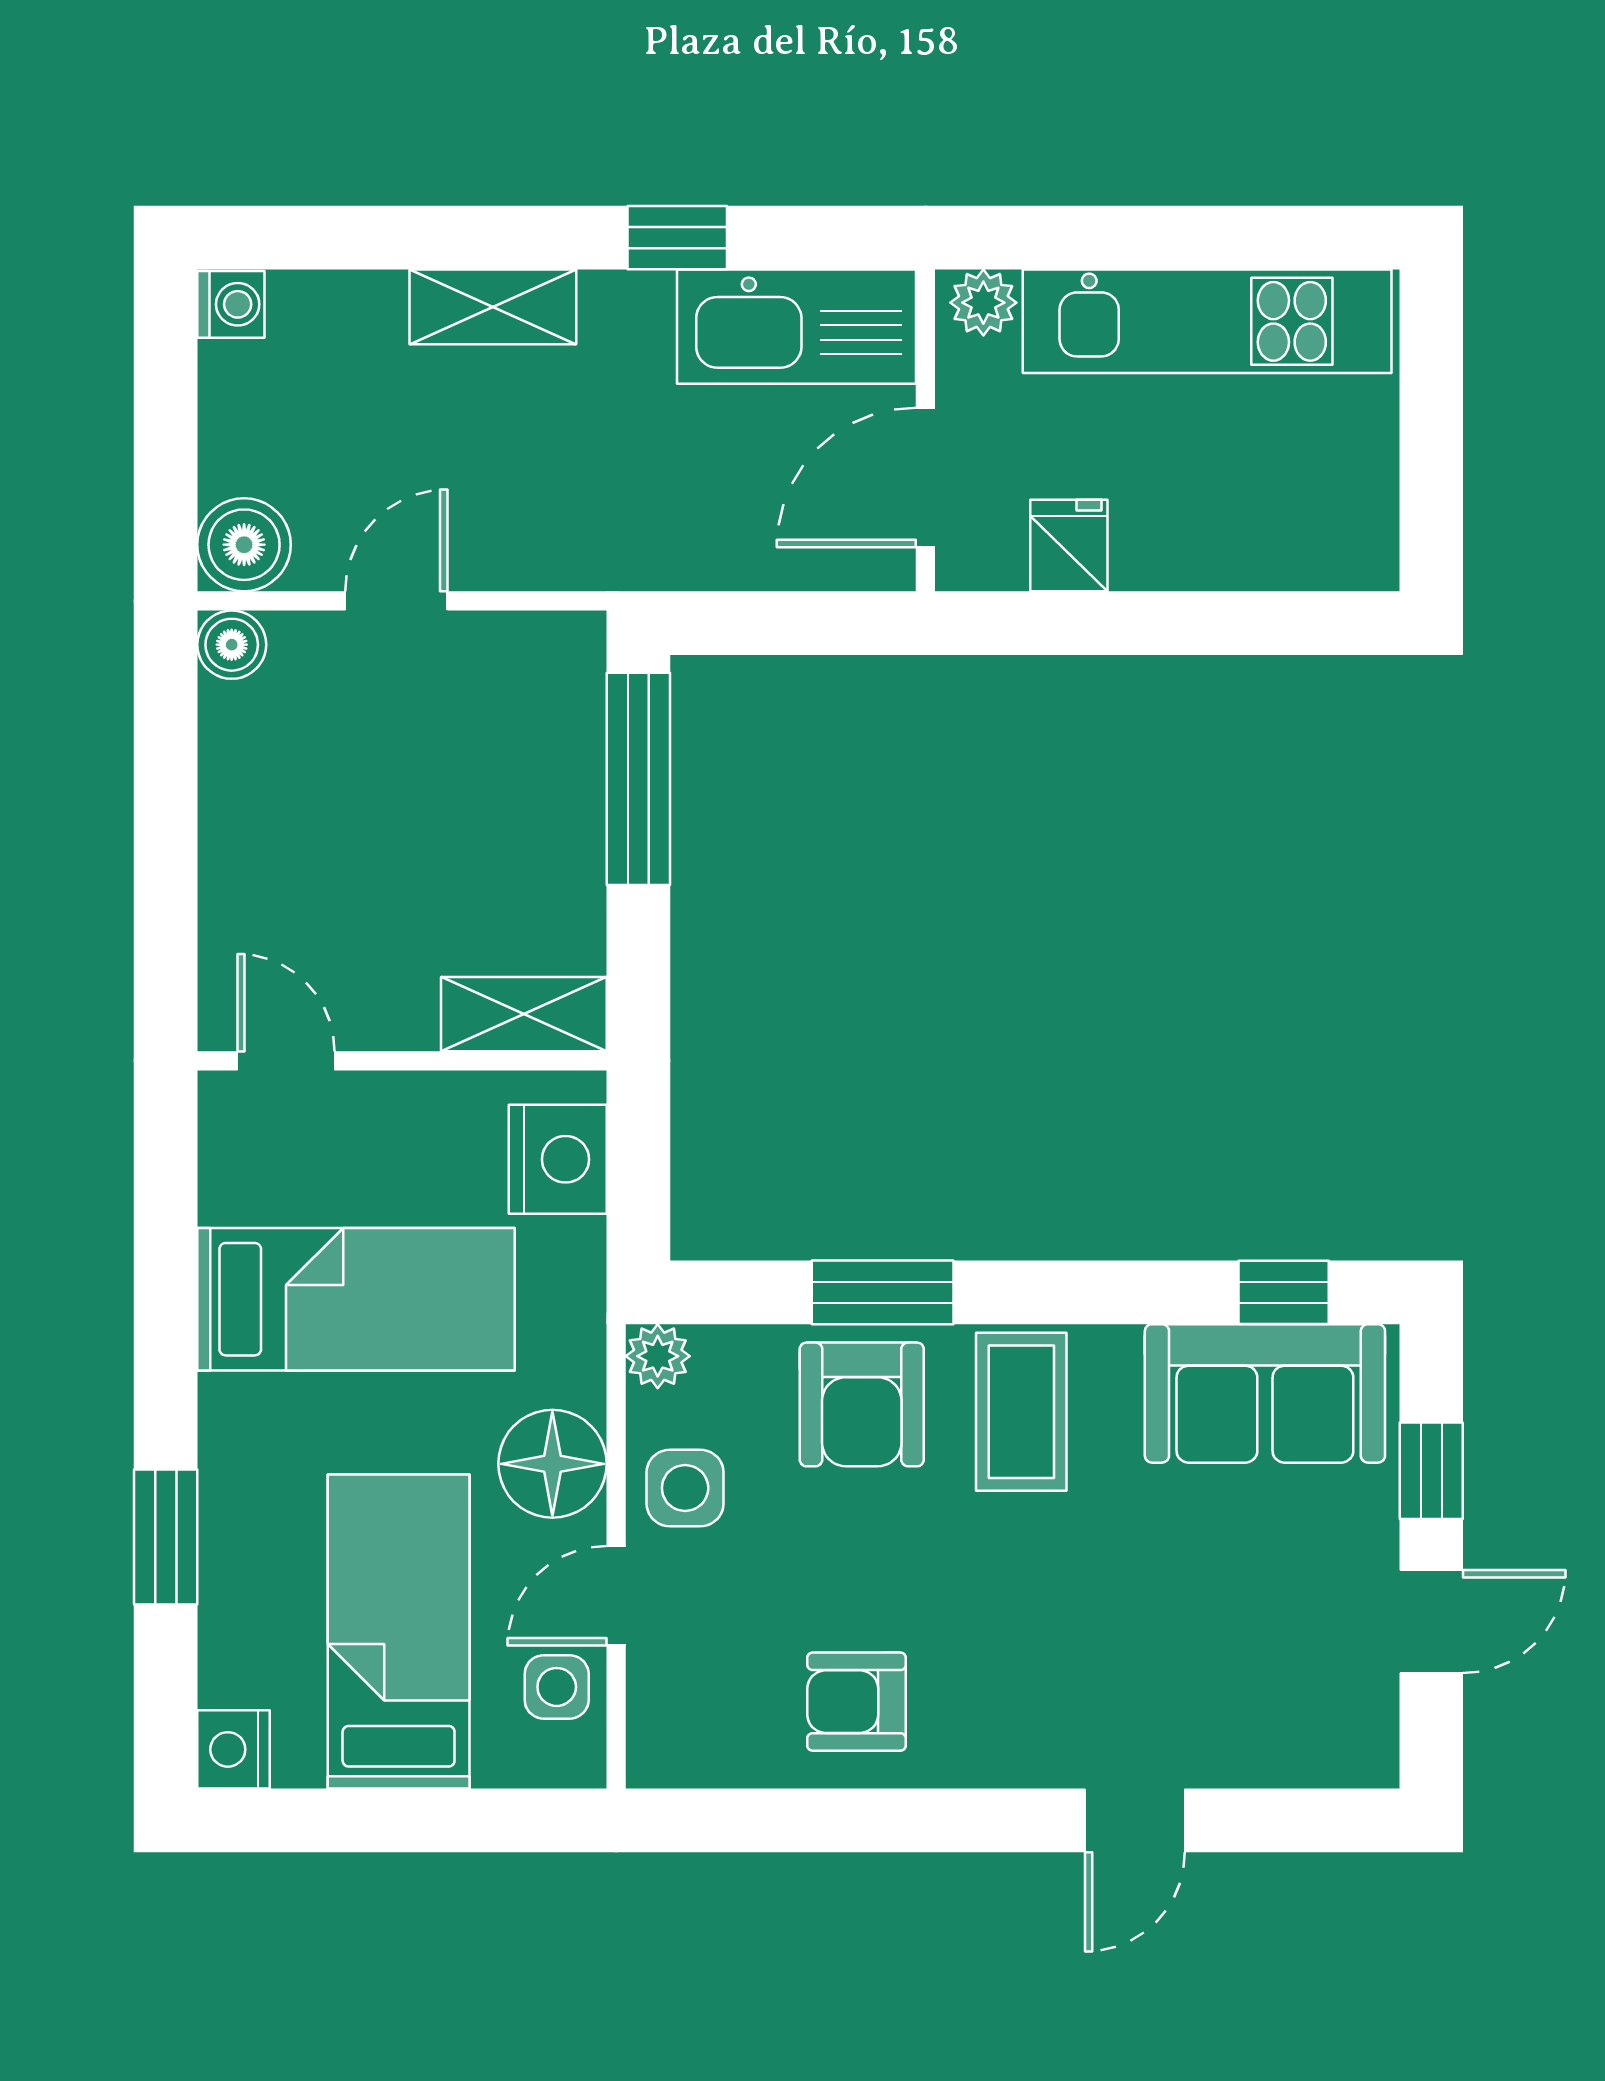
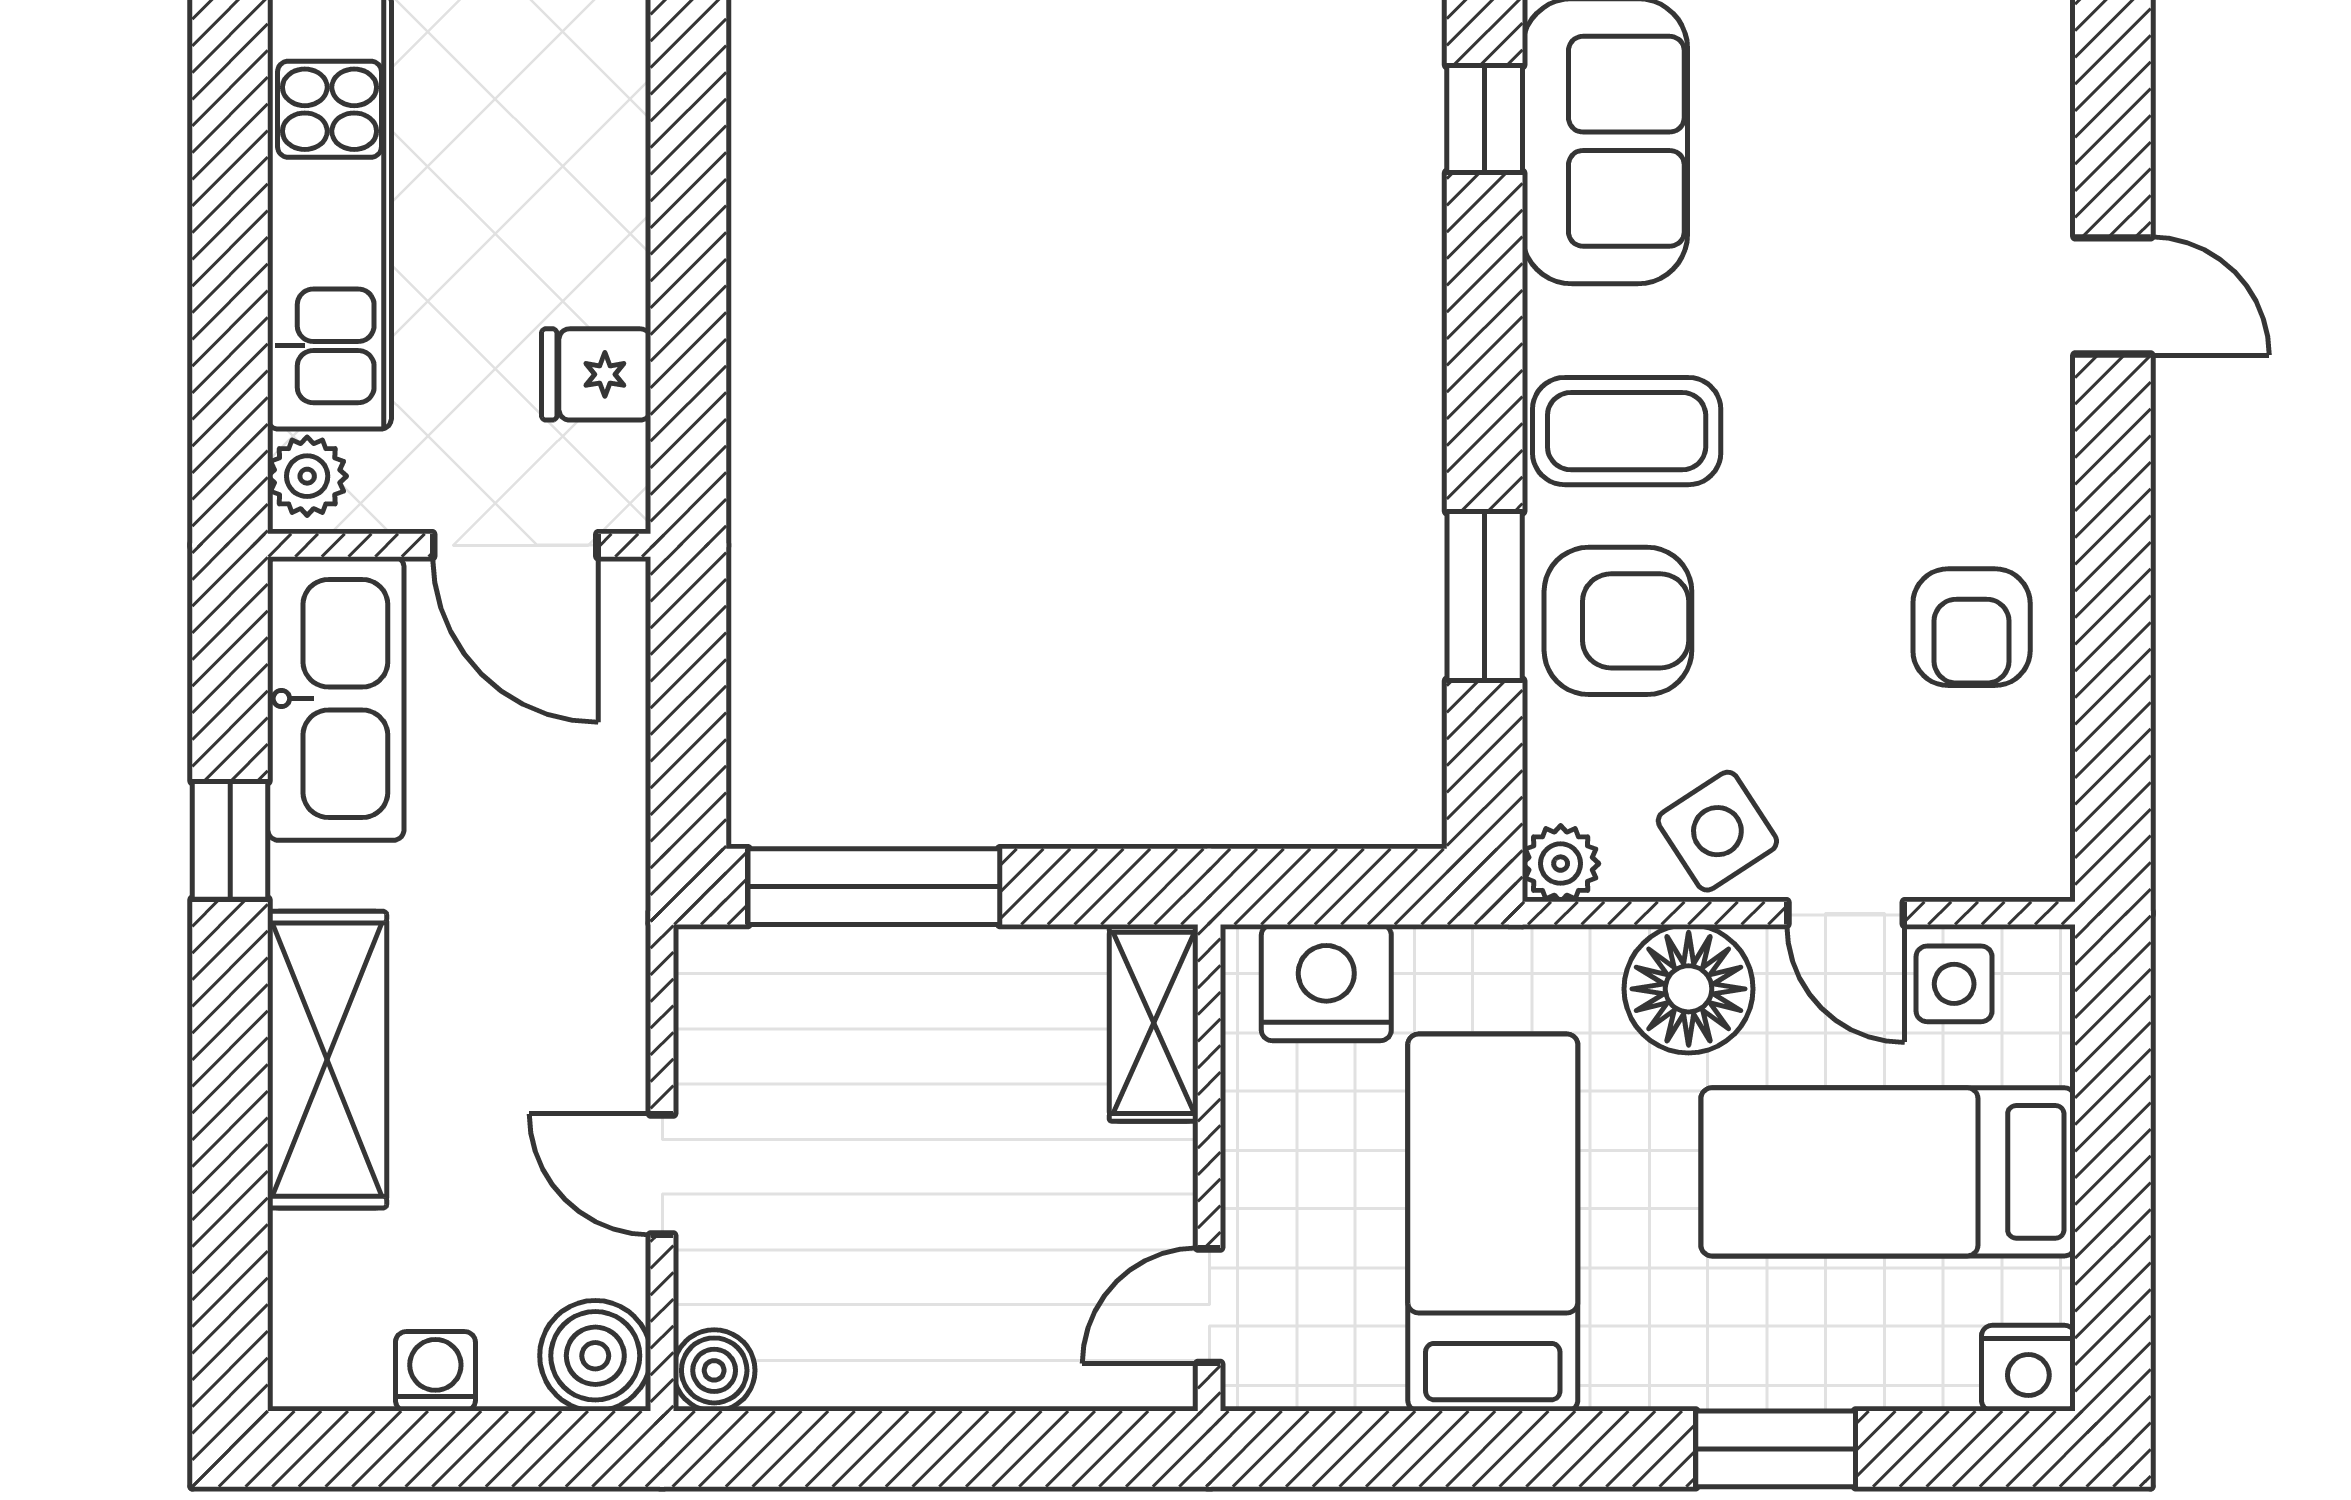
washing machine: (231, 304) -> (435, 1371), moved
shelving: (493, 307) -> (327, 1060), width x1.50, depth x1.33
side table: (685, 1488) -> (1717, 831), turned -33

